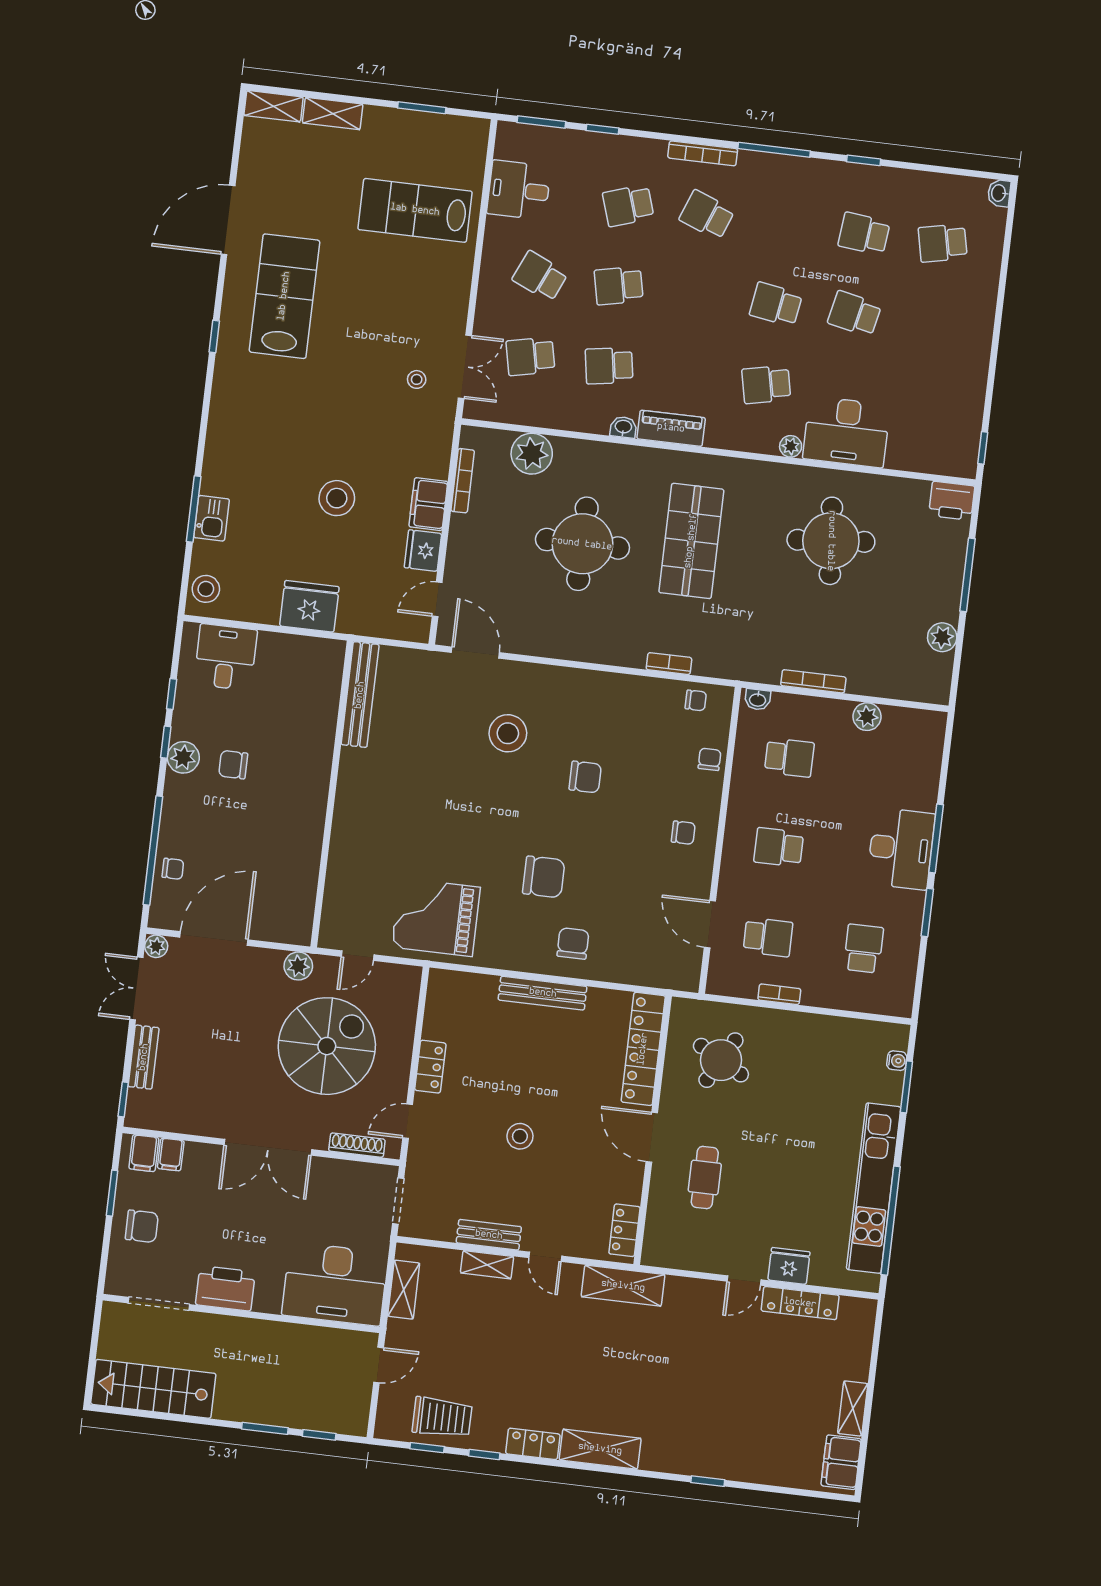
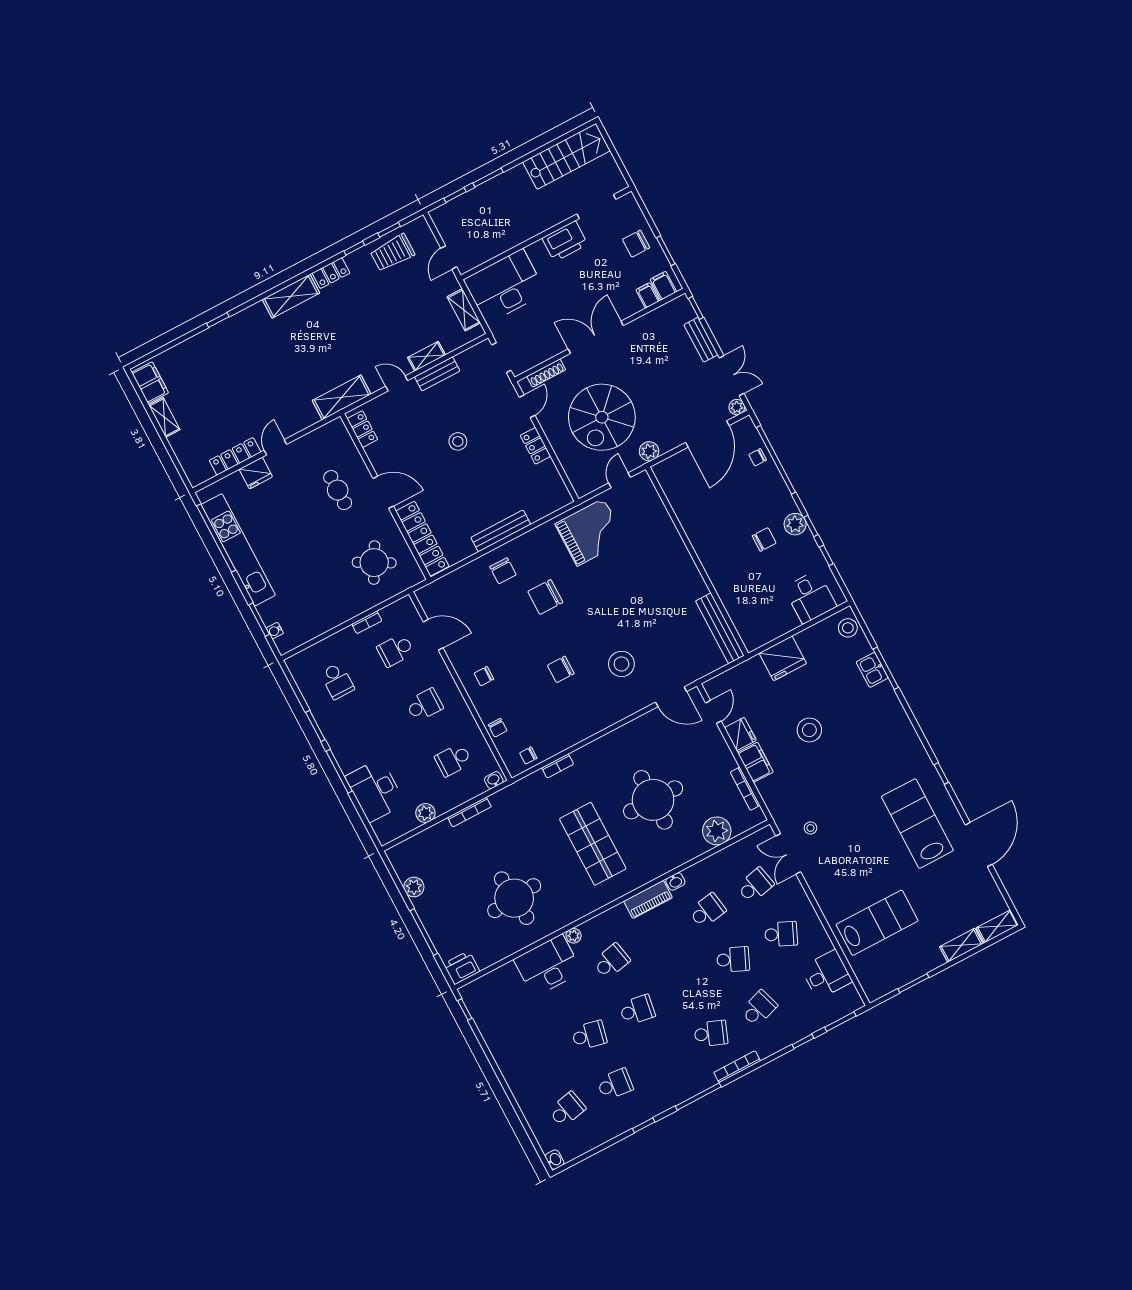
school desk: (619, 286) -> (733, 959), turned 36
lab bench: (284, 296) -> (917, 824), turned 180
desk: (901, 849) -> (375, 790), moved

